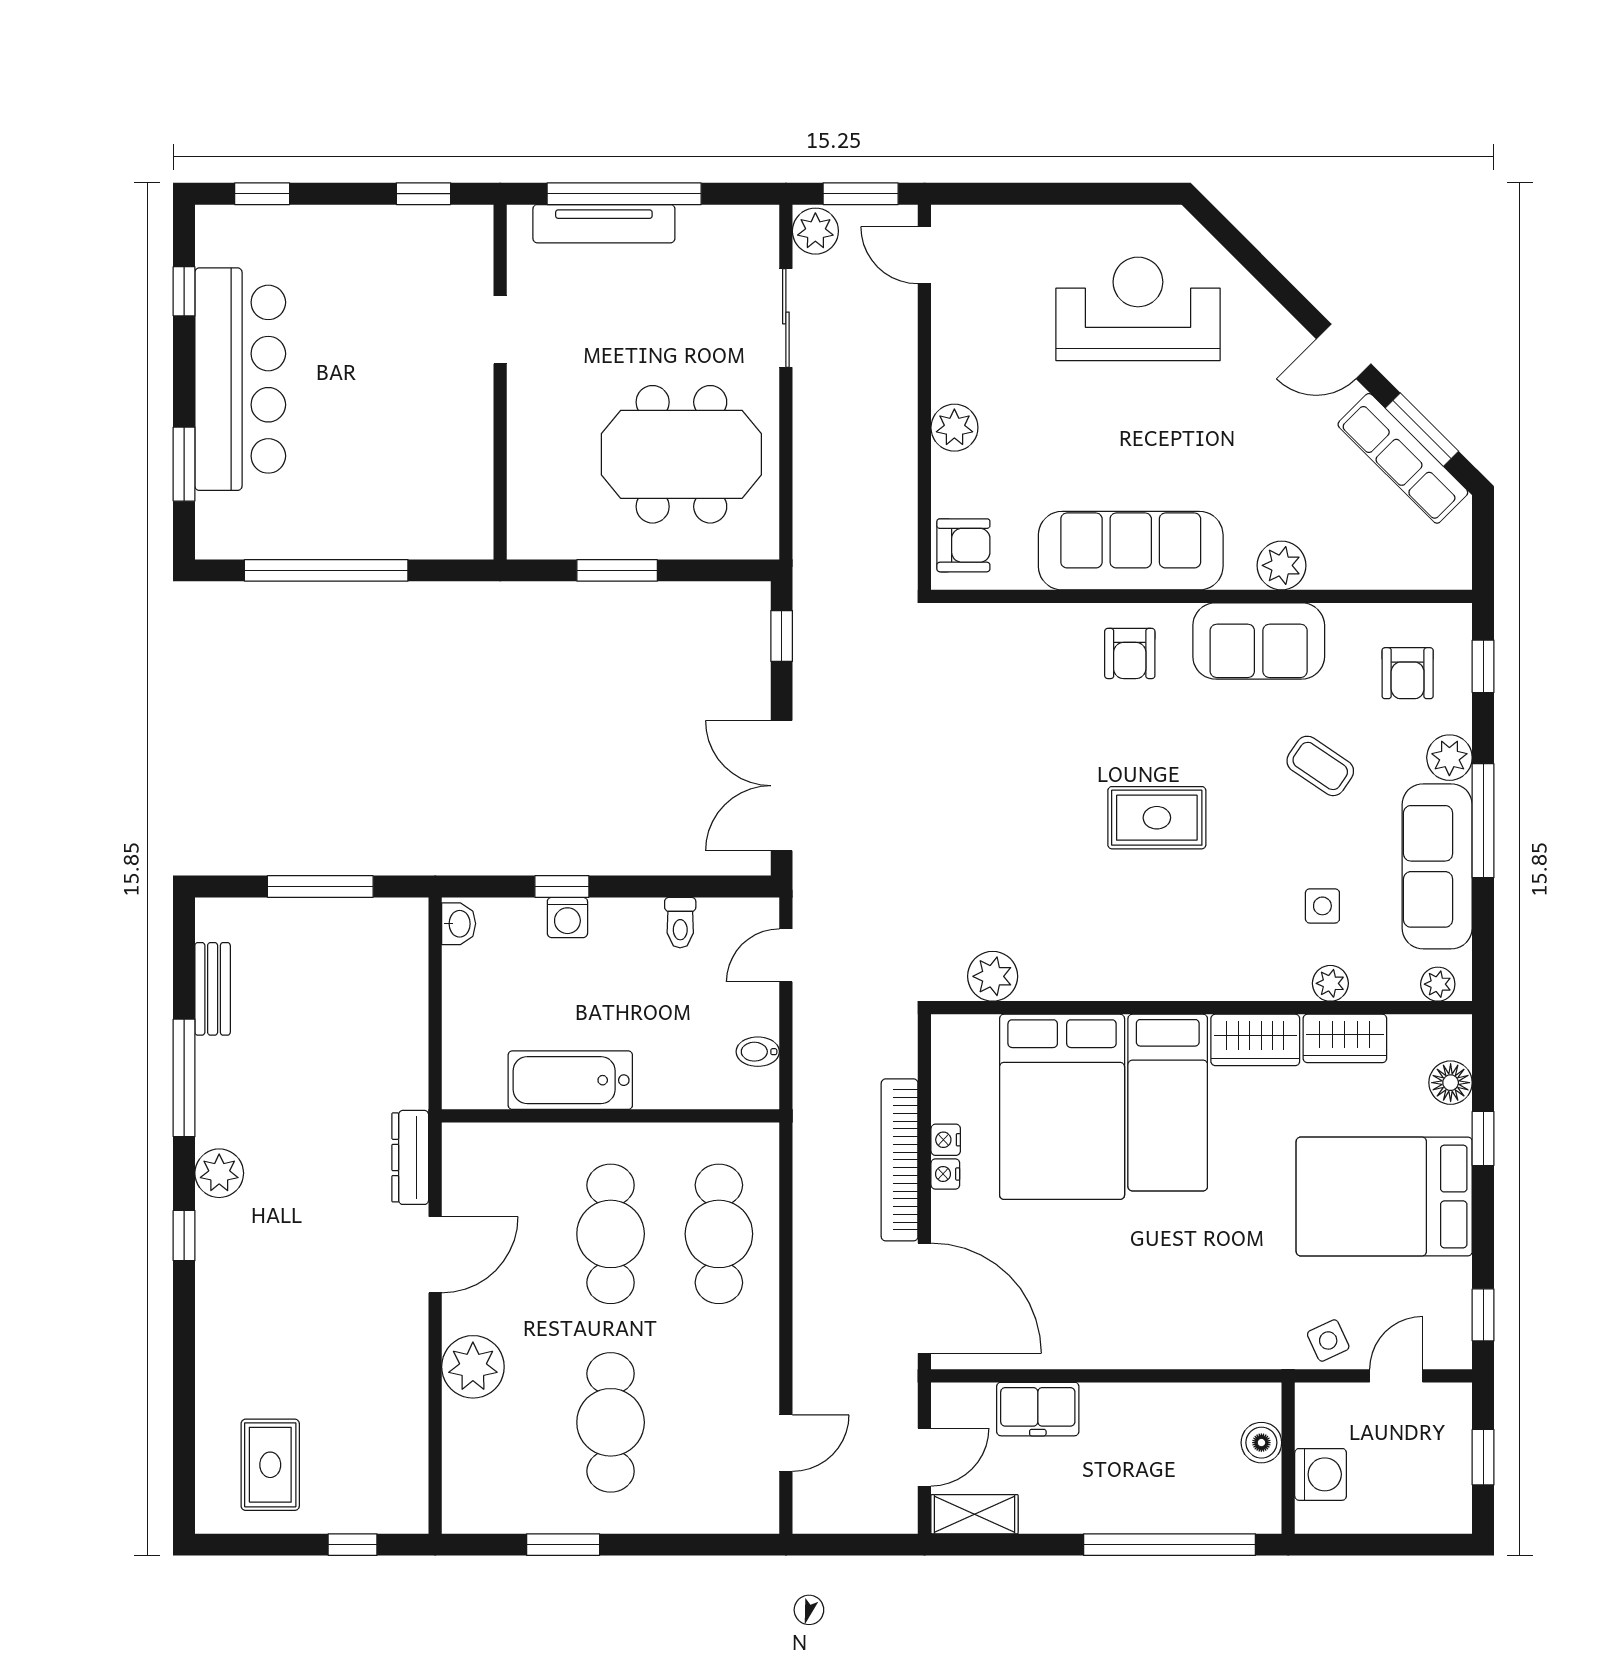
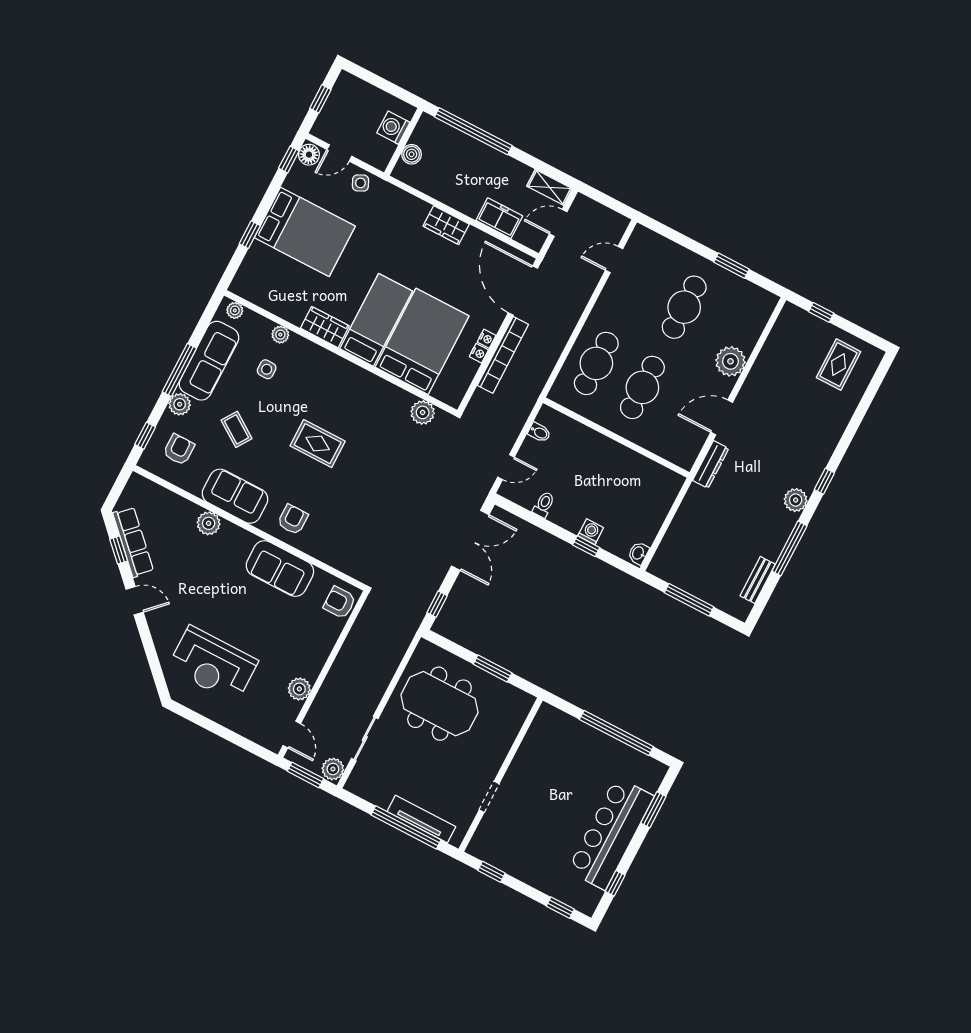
plant: (954, 428) -> (299, 689), moved
window: (1422, 430) -> (119, 550), width x0.67
sofa: (1131, 551) -> (280, 568), width x0.73
wardrobe: (1345, 1038) -> (446, 225), moved, turned 180
bathtub: (570, 1080) -> (625, 462), removed
floor lamp: (1451, 1083) -> (309, 155), moved

